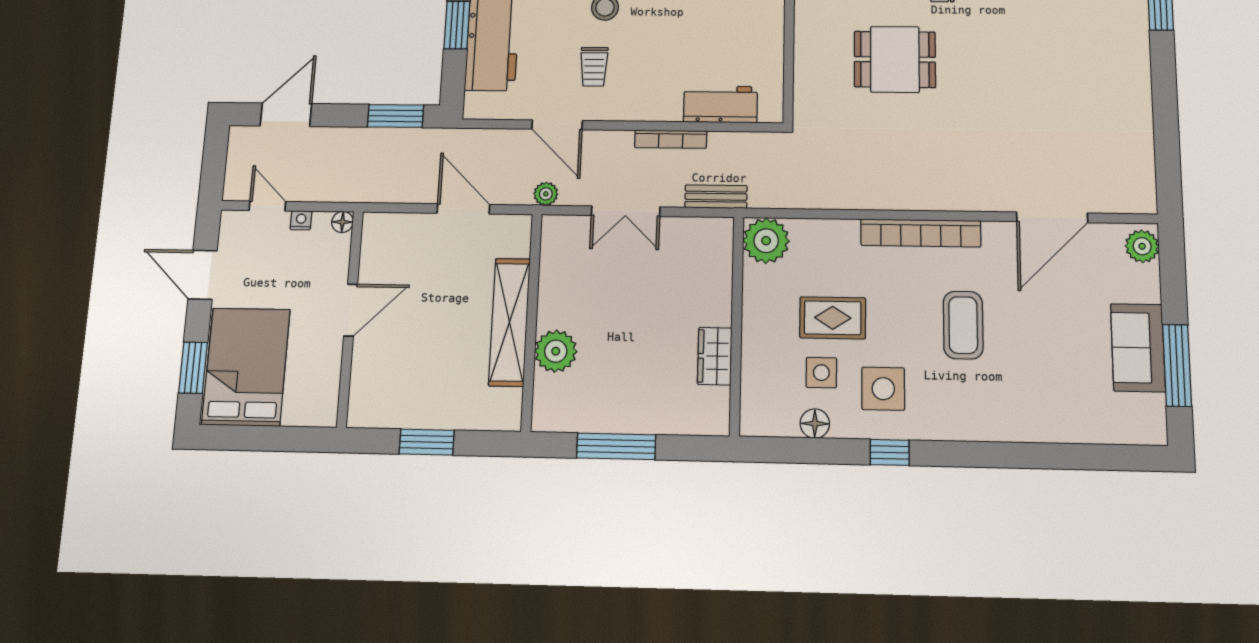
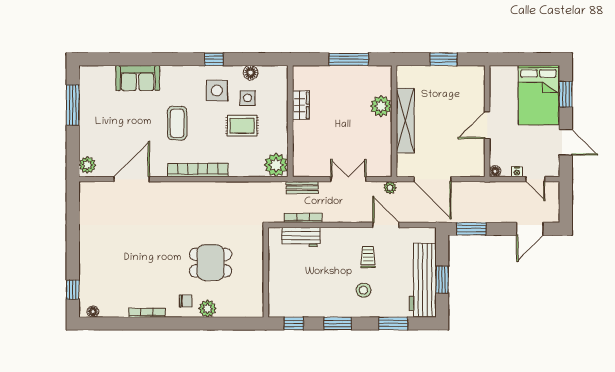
bookcase: (671, 139) -> (303, 218), moved
door: (463, 209) -> (432, 179), width x1.36
sofa: (1138, 348) -> (138, 78), moved, turned 90

